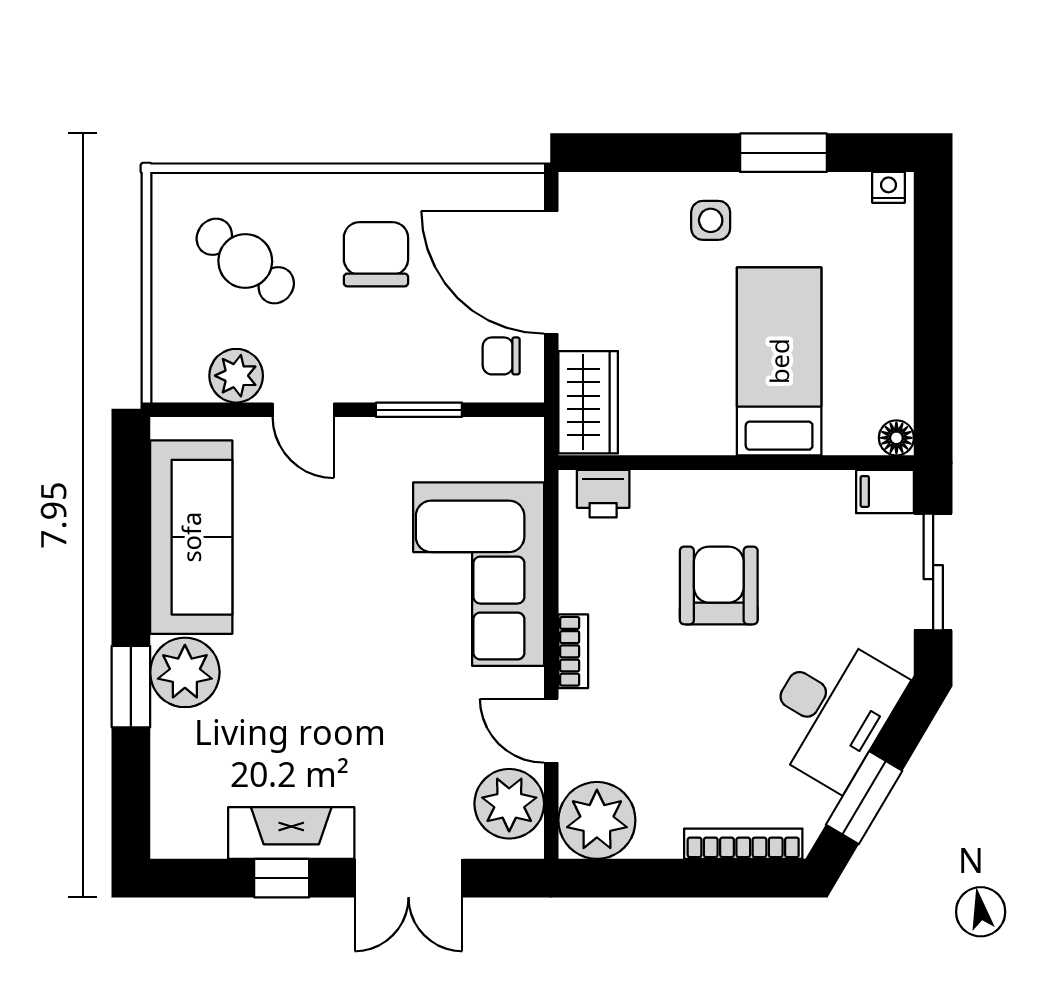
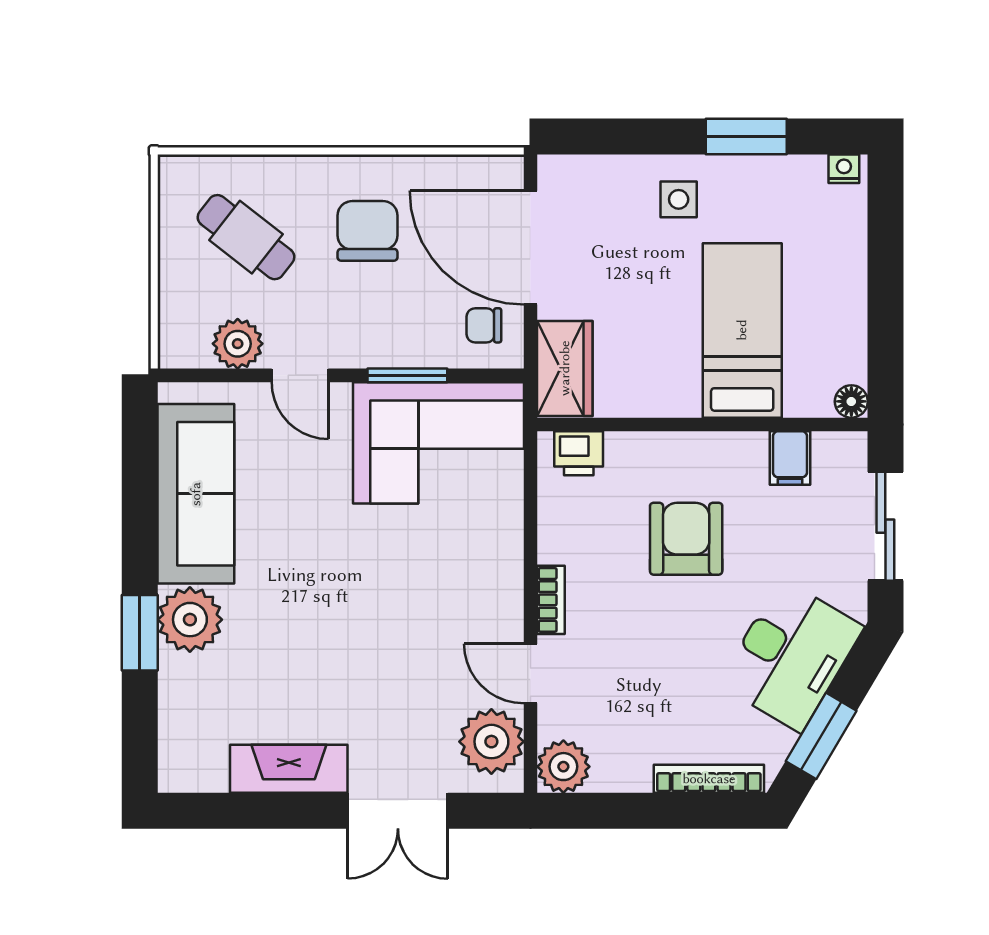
filing cabinet: (885, 491) -> (790, 458), moved, turned -90
corner sofa: (479, 574) -> (439, 443), moved, turned -90
plant: (597, 820) -> (563, 767), width x0.73, depth x0.73
window: (282, 878) -> (280, 811), removed

